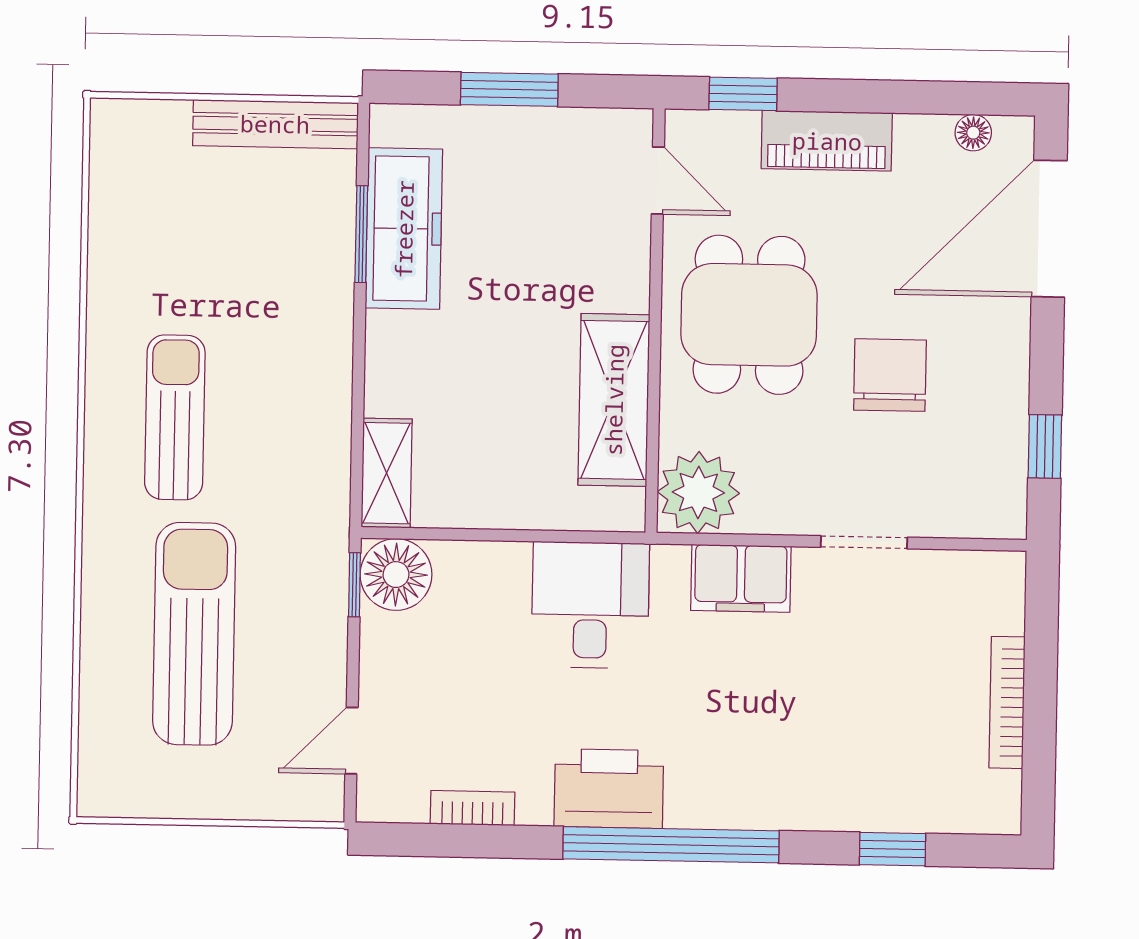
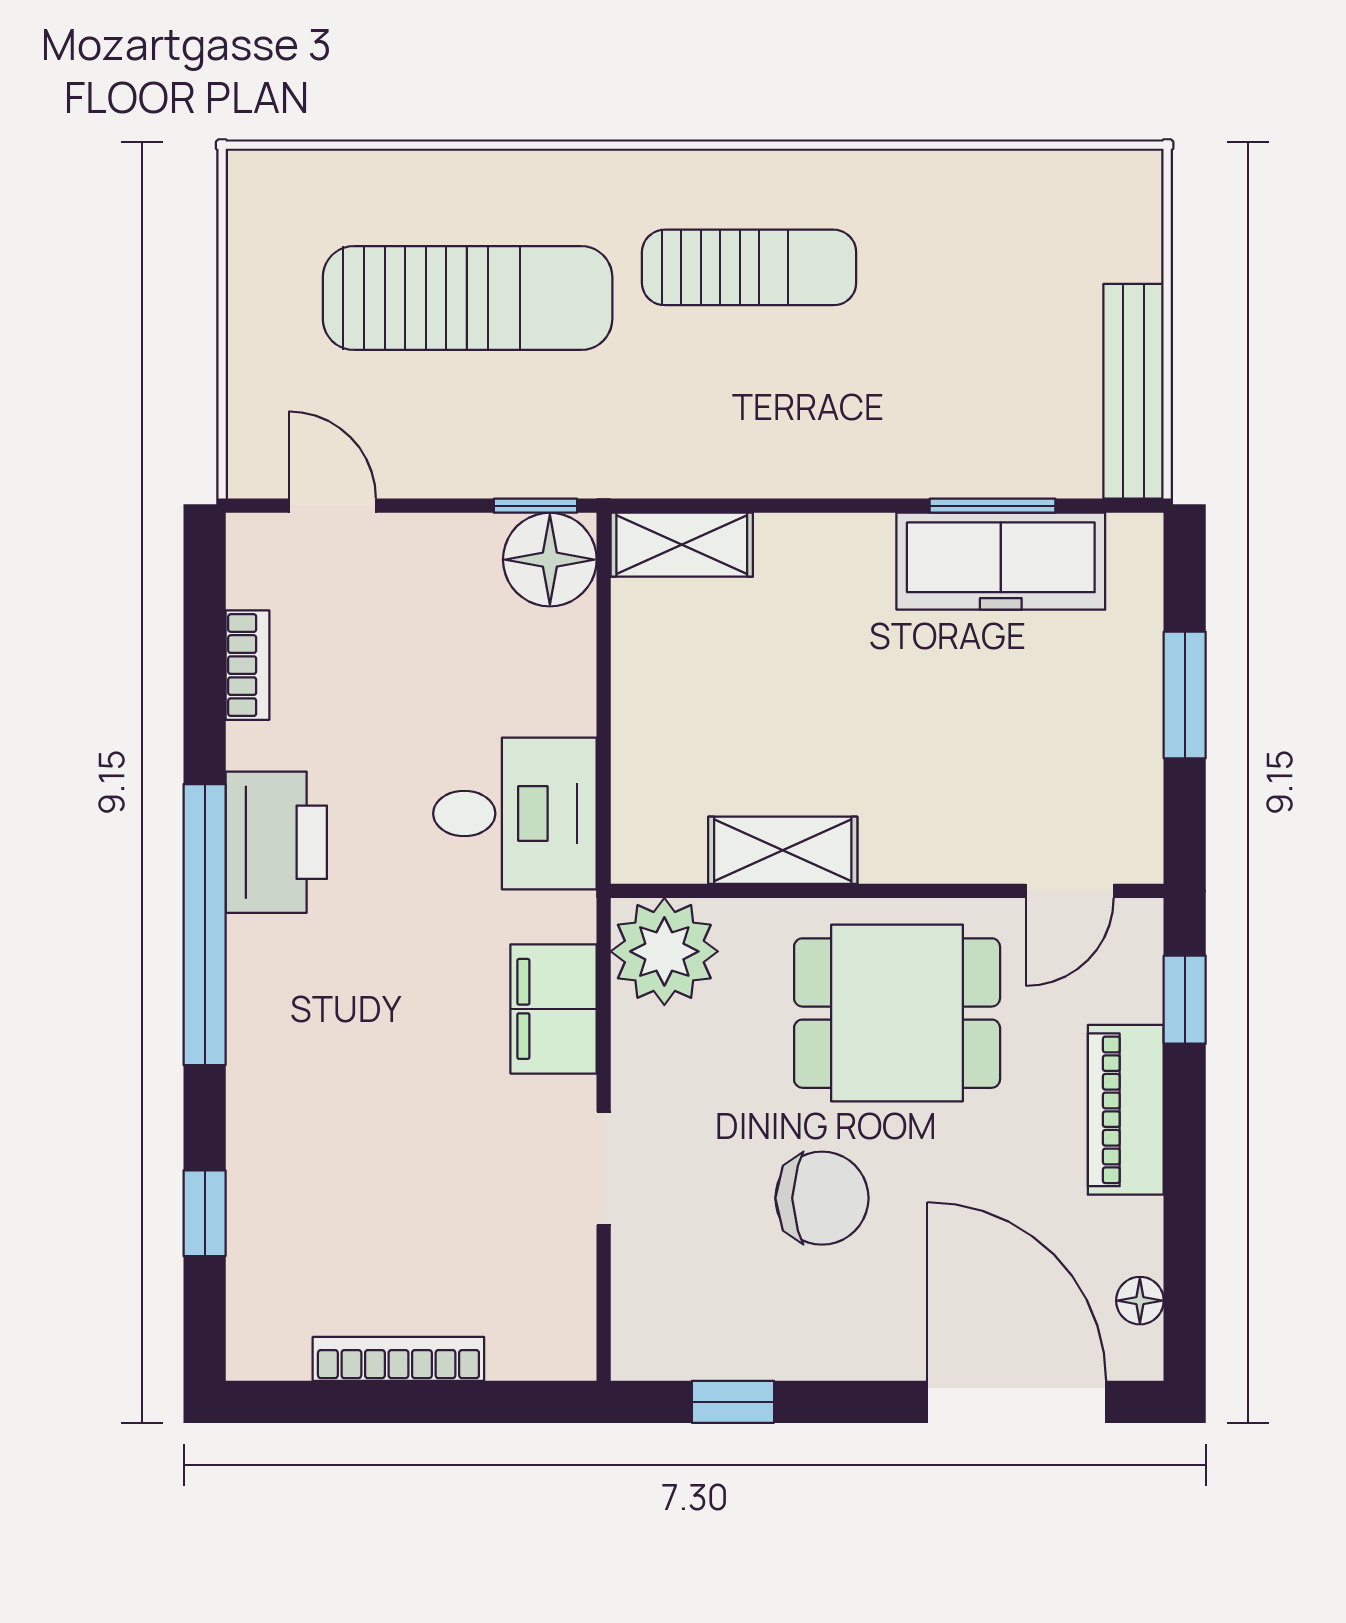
shelving: (614, 400) -> (783, 850), width x0.67, depth x0.75

